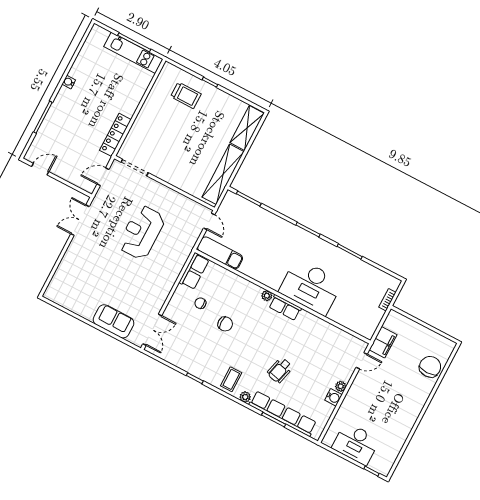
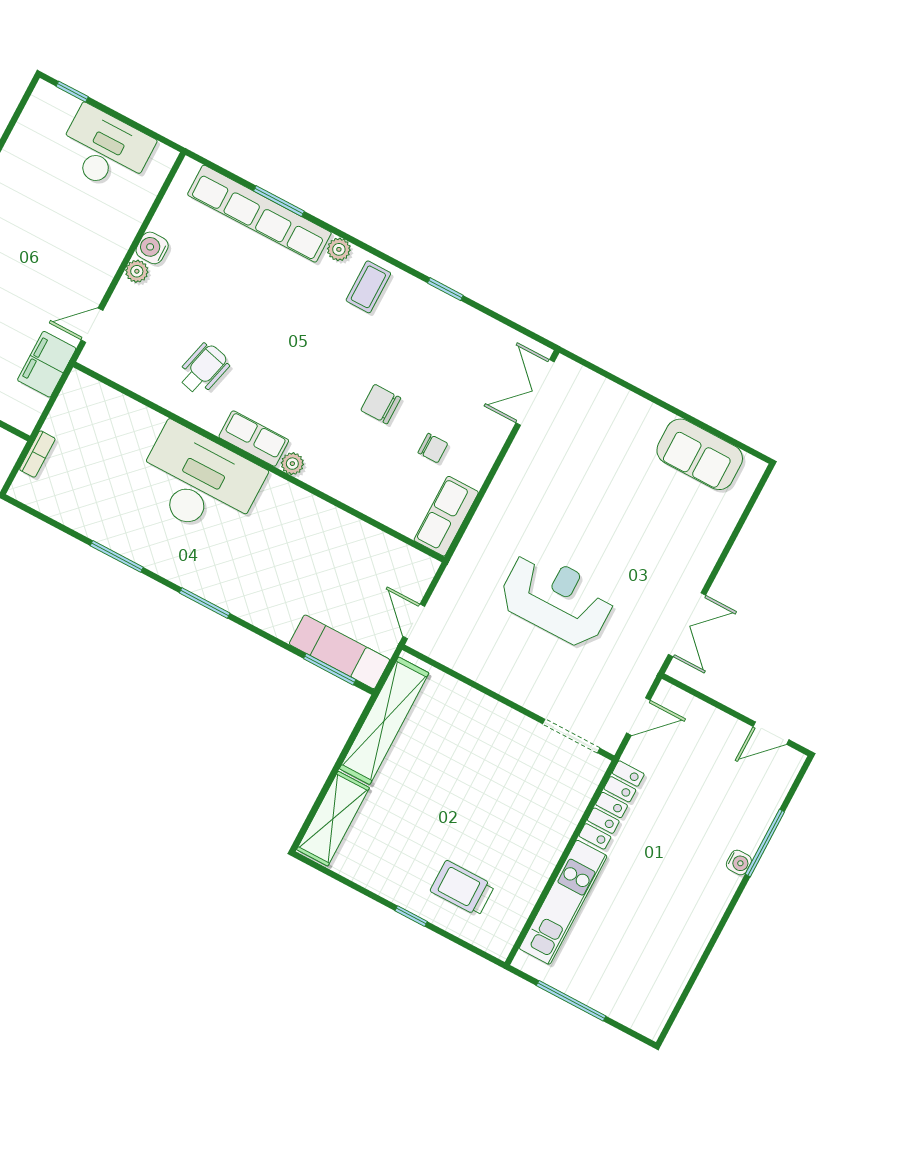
kitchen unit: (133, 53) -> (563, 902), moved, turned 90
water cooler: (69, 82) -> (739, 862), moved
reception desk: (142, 232) -> (557, 599), turned -90
exam couch: (220, 253) -> (339, 652), moved, turned 180
sofa: (114, 321) -> (700, 454), moved
wheelchair: (280, 370) -> (203, 369), moved

